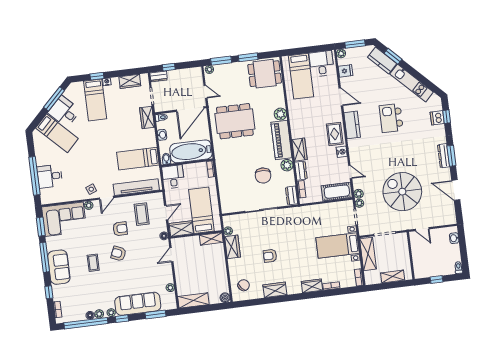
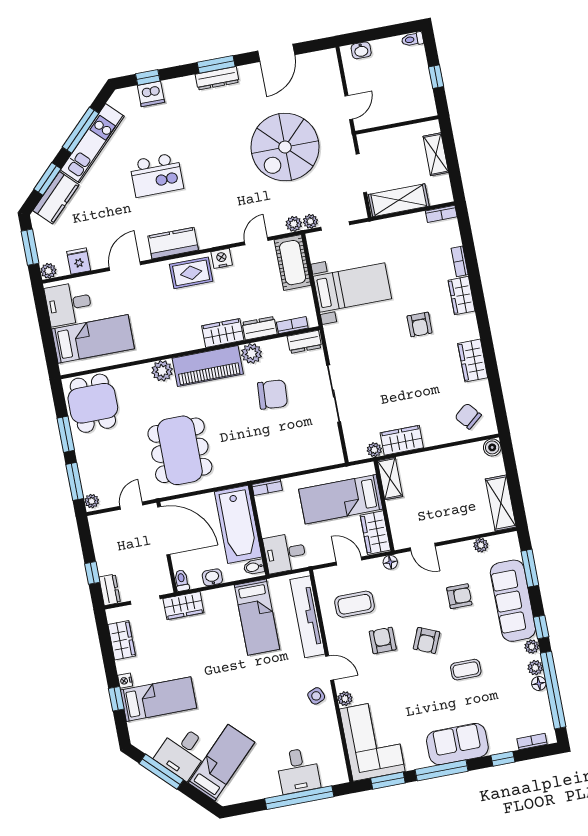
window: (419, 77) -> (81, 130), added
bed with nightstands: (338, 246) -> (352, 287), moved, turned -90
armchair: (270, 256) -> (420, 324), moved
coffee table: (93, 263) -> (466, 670), moved
armchair: (142, 274) -> (459, 596), added

